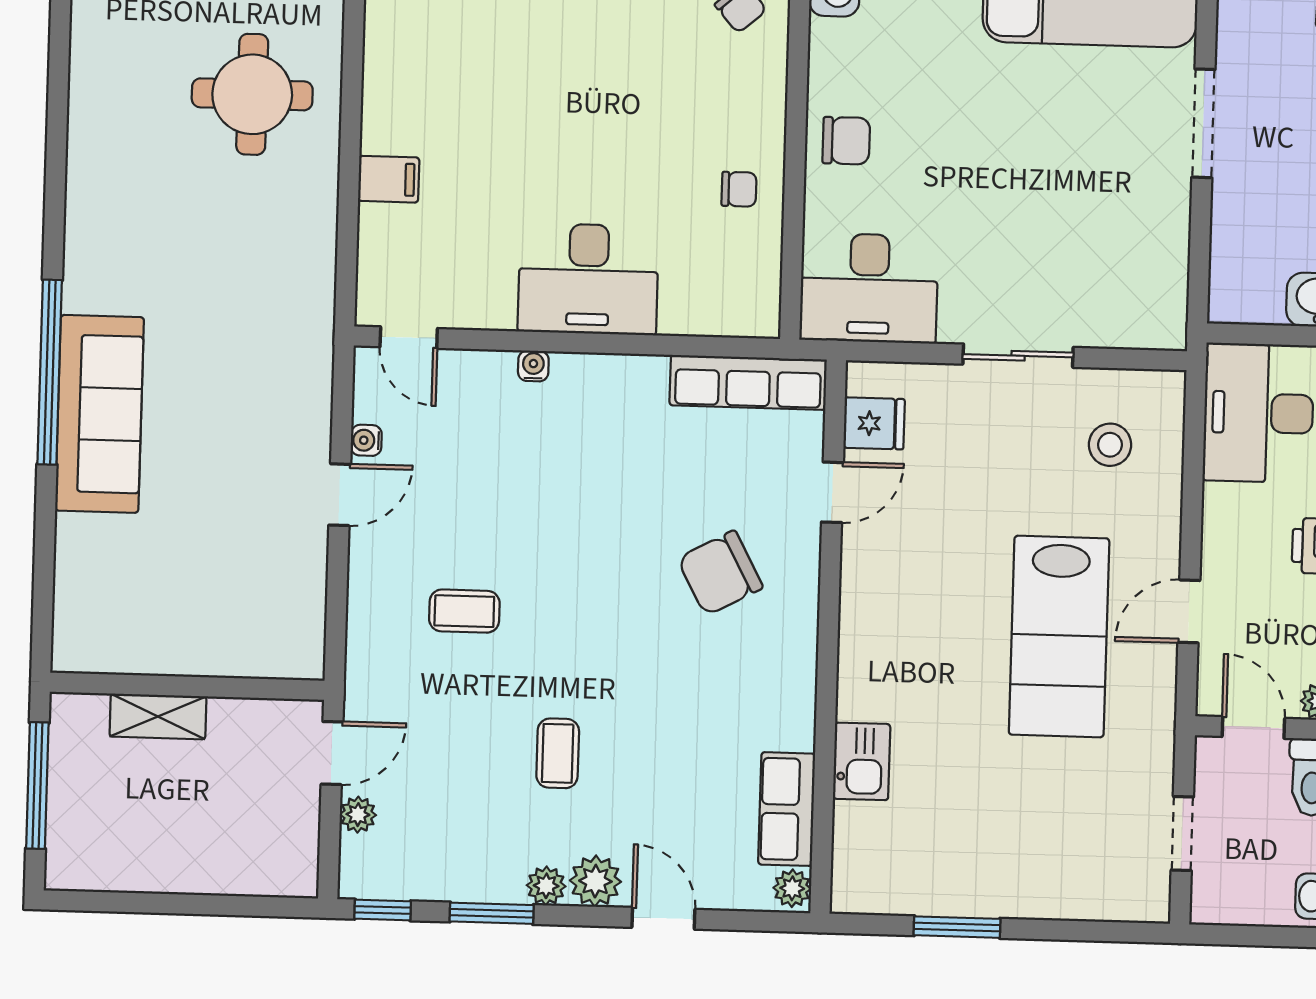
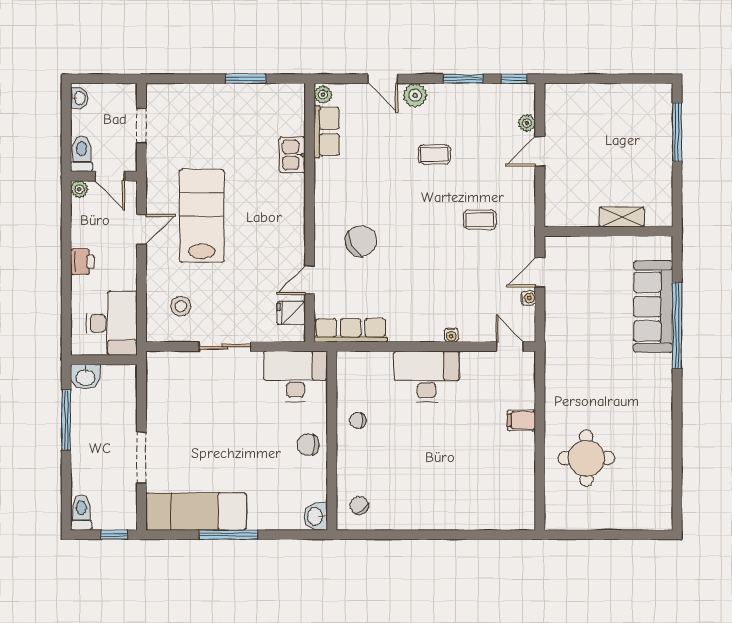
wall: (187, 686) -> (608, 231), moved
shelving: (158, 716) -> (622, 217), moved
coffee table: (558, 753) -> (434, 154), turned 90
plant: (546, 886) -> (438, 92), removed

